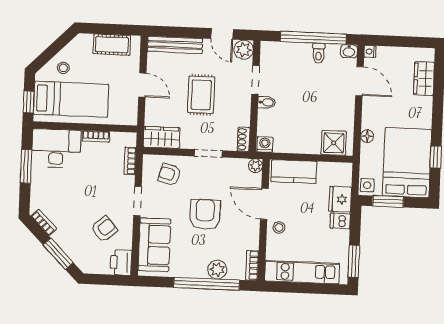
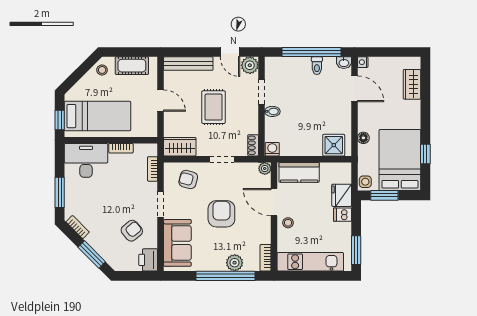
stool: (63, 68) -> (102, 70), moved
window: (26, 166) -> (60, 192), moved

